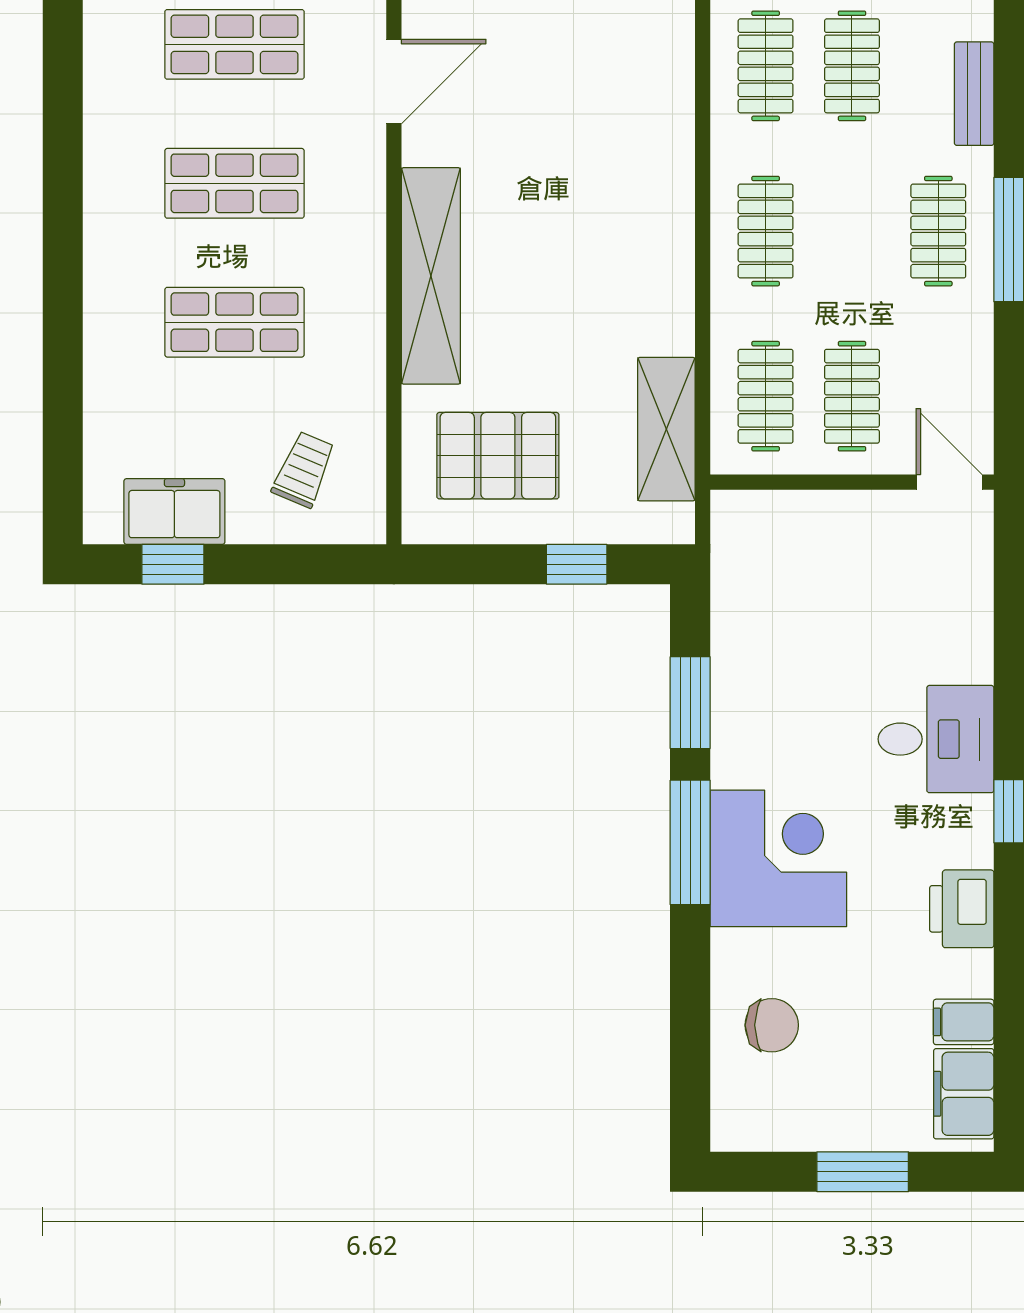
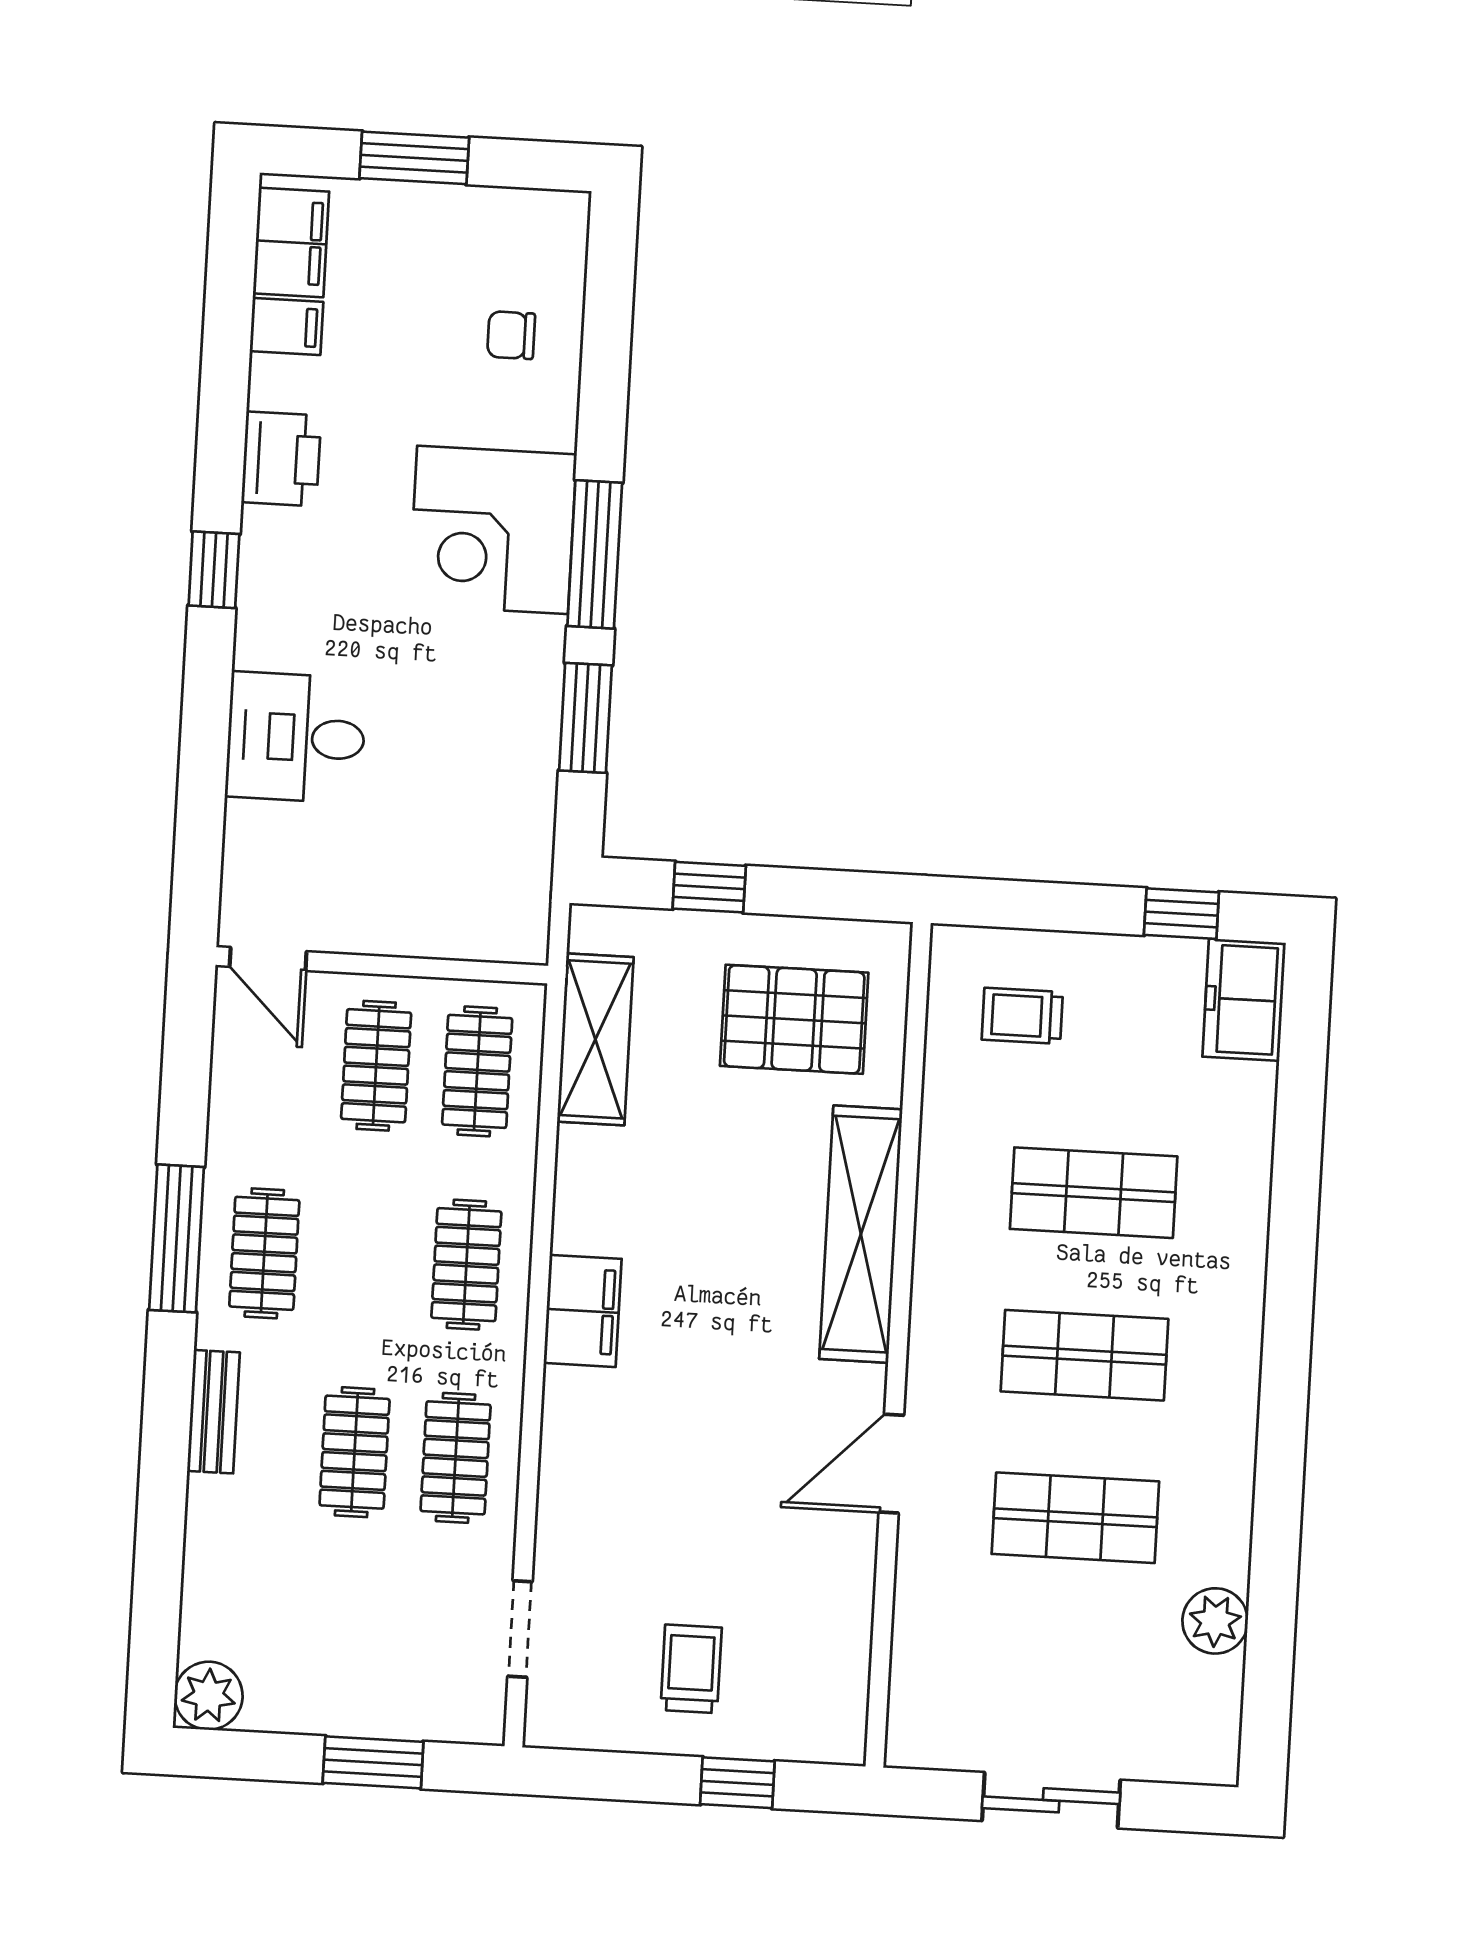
filing cabinet: (664, 197) -> (583, 1311), added
trolley: (304, 470) -> (1022, 1016), turned 67
freezer: (174, 511) -> (1244, 1000), moved, turned 90
desk: (936, 739) -> (296, 737), moved
chair: (772, 1025) -> (511, 335), width x0.73, depth x0.73

